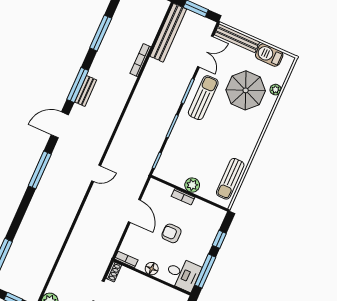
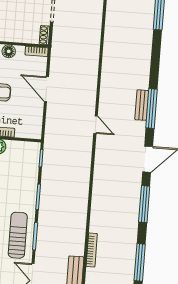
bench: (86, 91) -> (142, 105), moved
sun lounger: (203, 98) -> (18, 235), turned 180
door: (96, 173) -> (96, 125), swing flipped
door: (134, 211) -> (46, 89), moved

